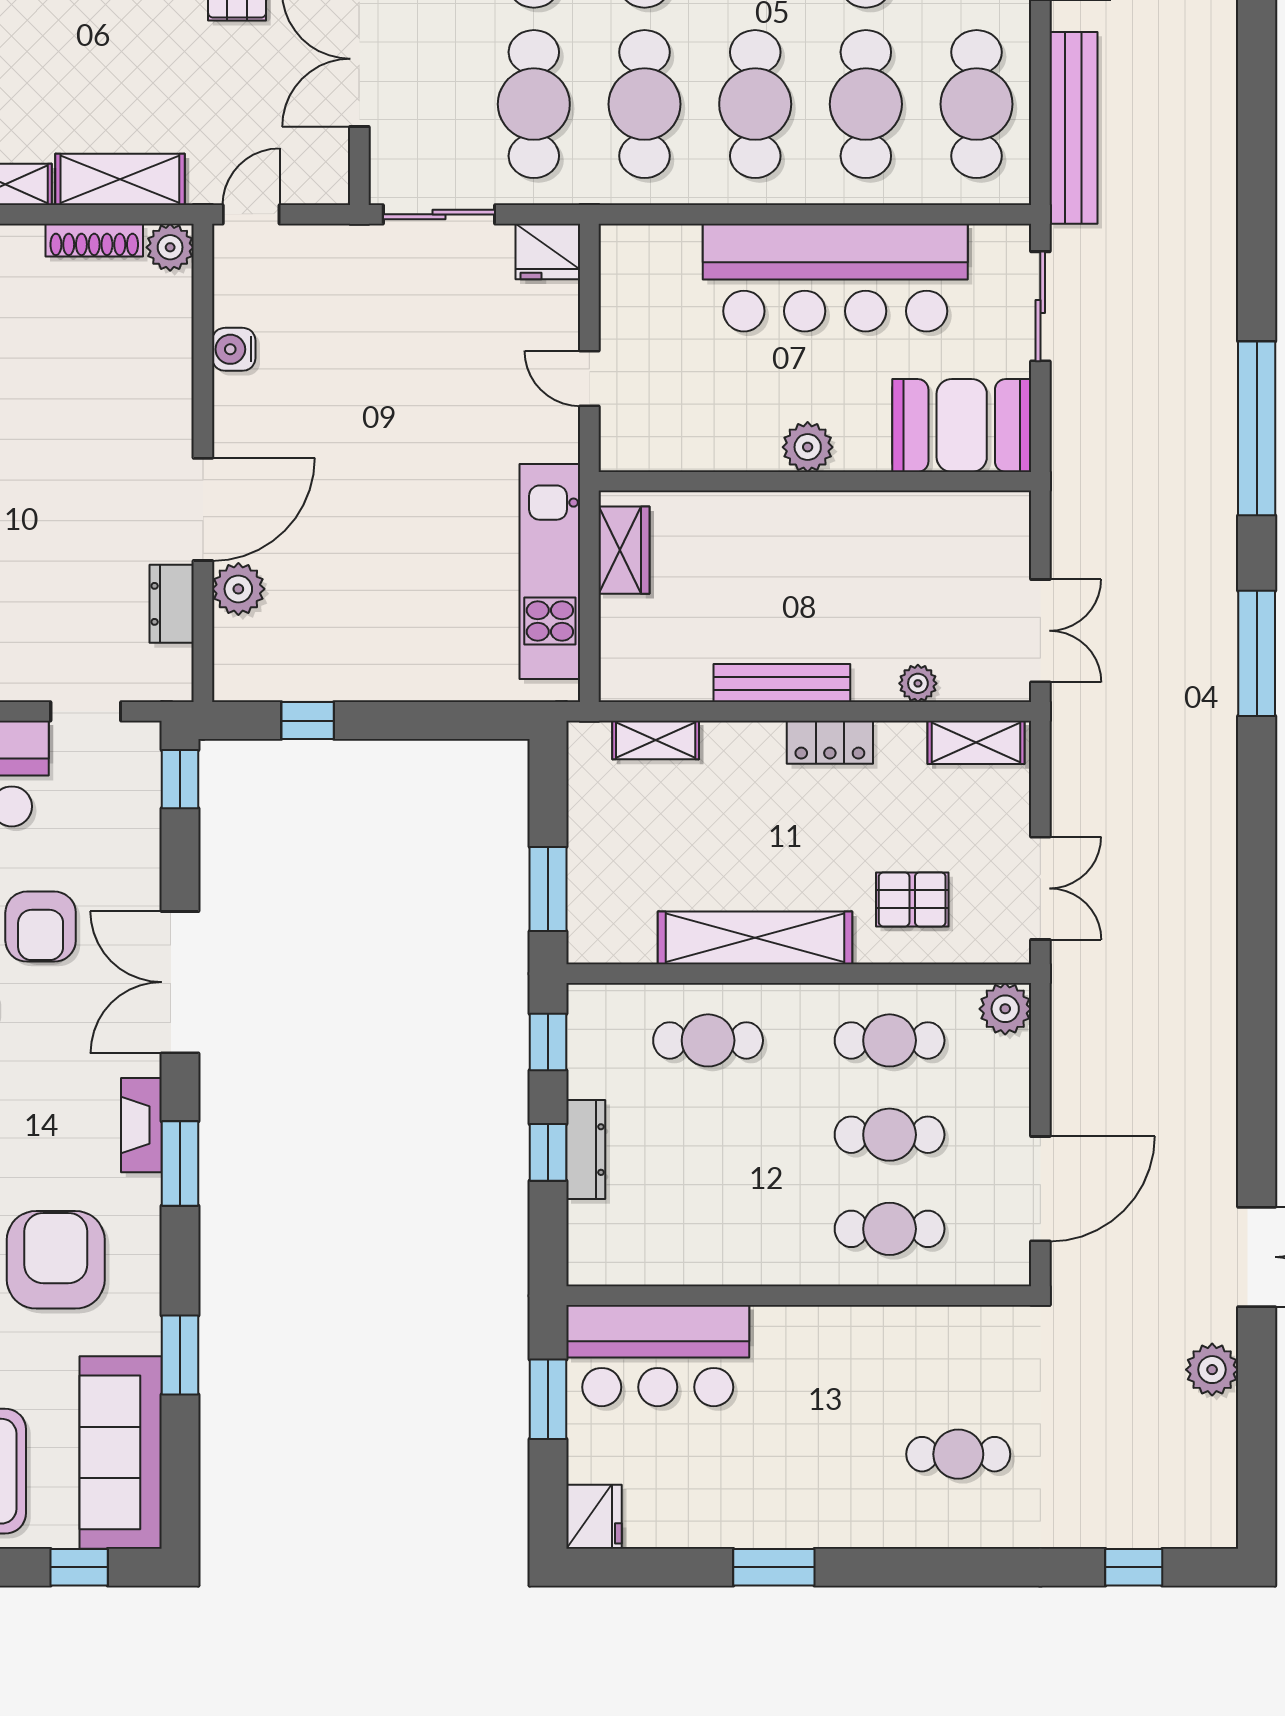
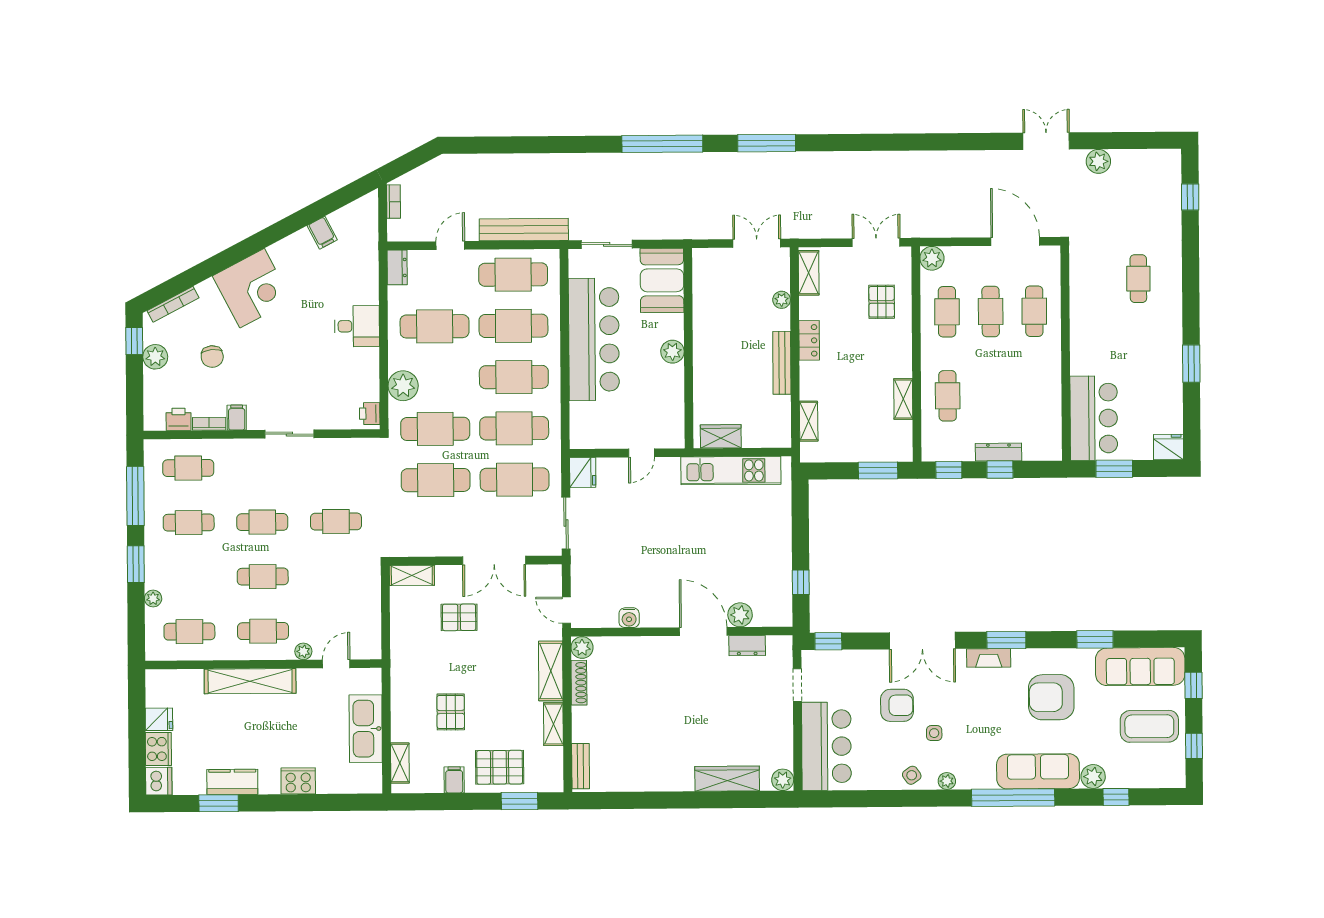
shelving: (755, 938) -> (903, 399), width x0.45, depth x0.75

